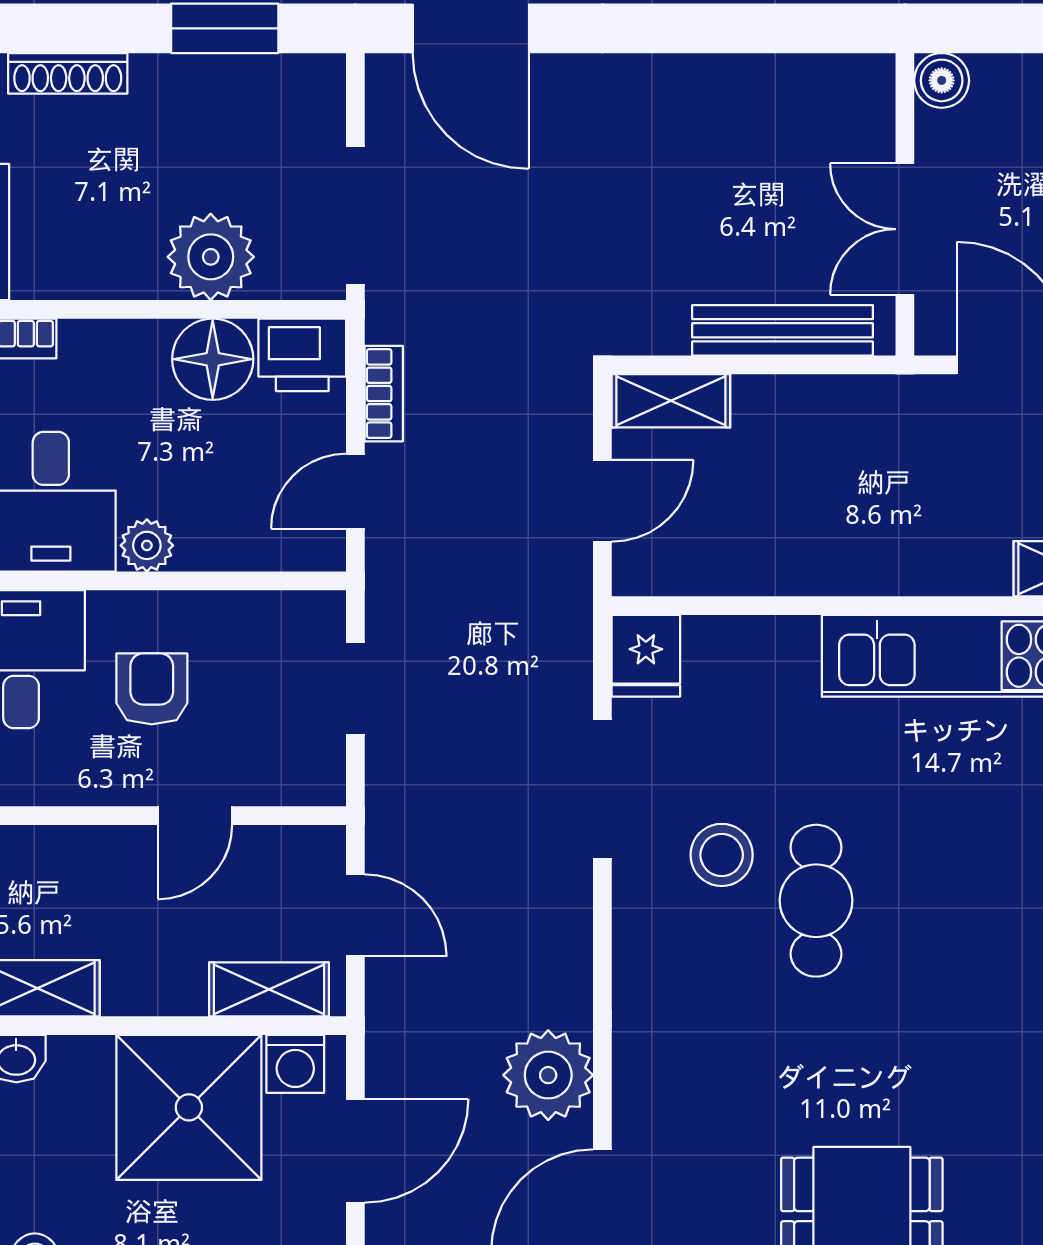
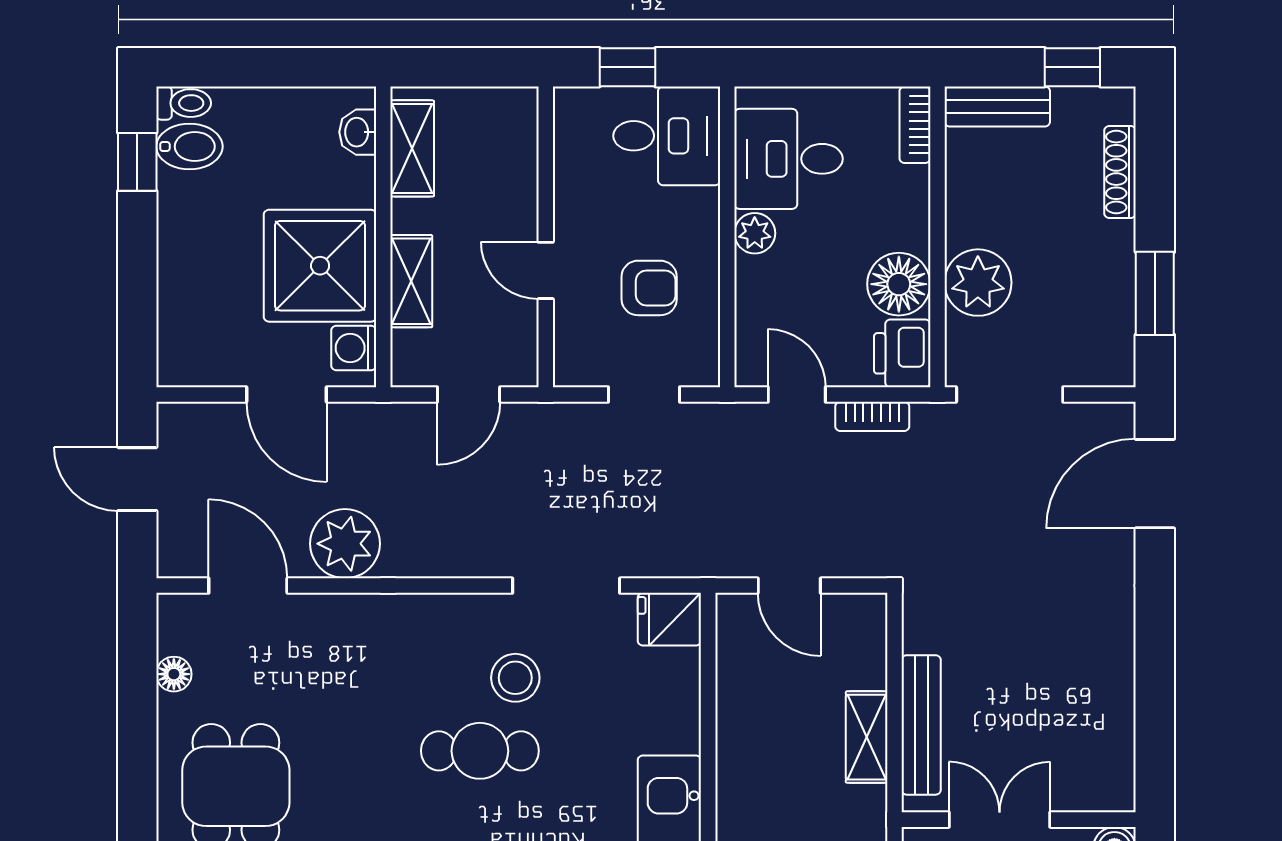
shelving: (671, 401) -> (867, 737), moved
armchair: (152, 689) -> (649, 288), moved
shelving: (269, 989) -> (411, 281), moved

